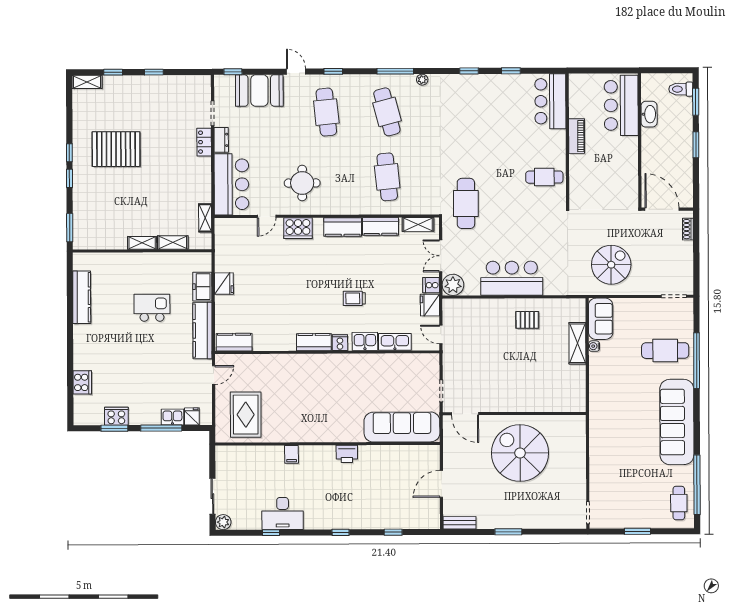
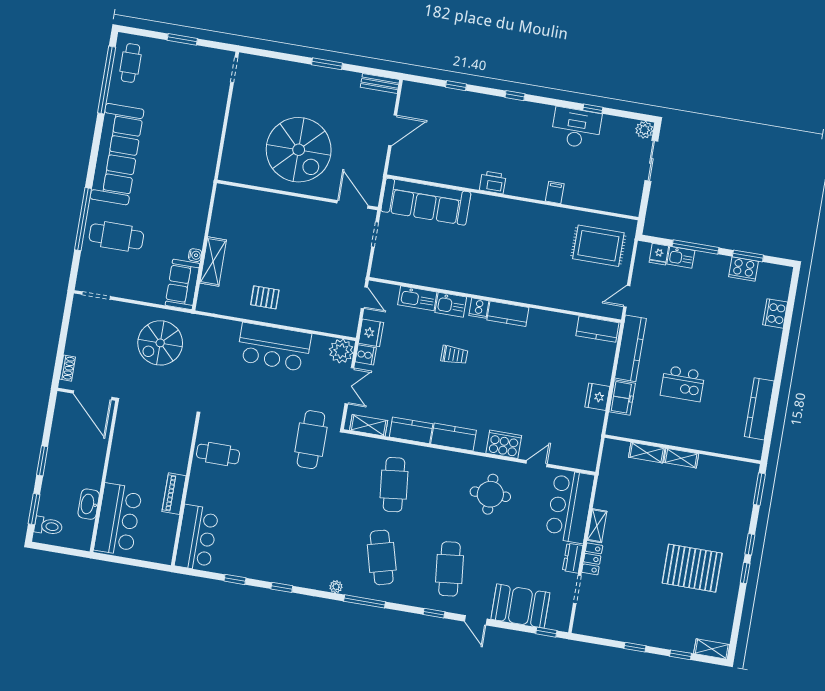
shelving: (205, 218) -> (597, 526), moved
rug: (246, 415) -> (598, 246), turned 90

